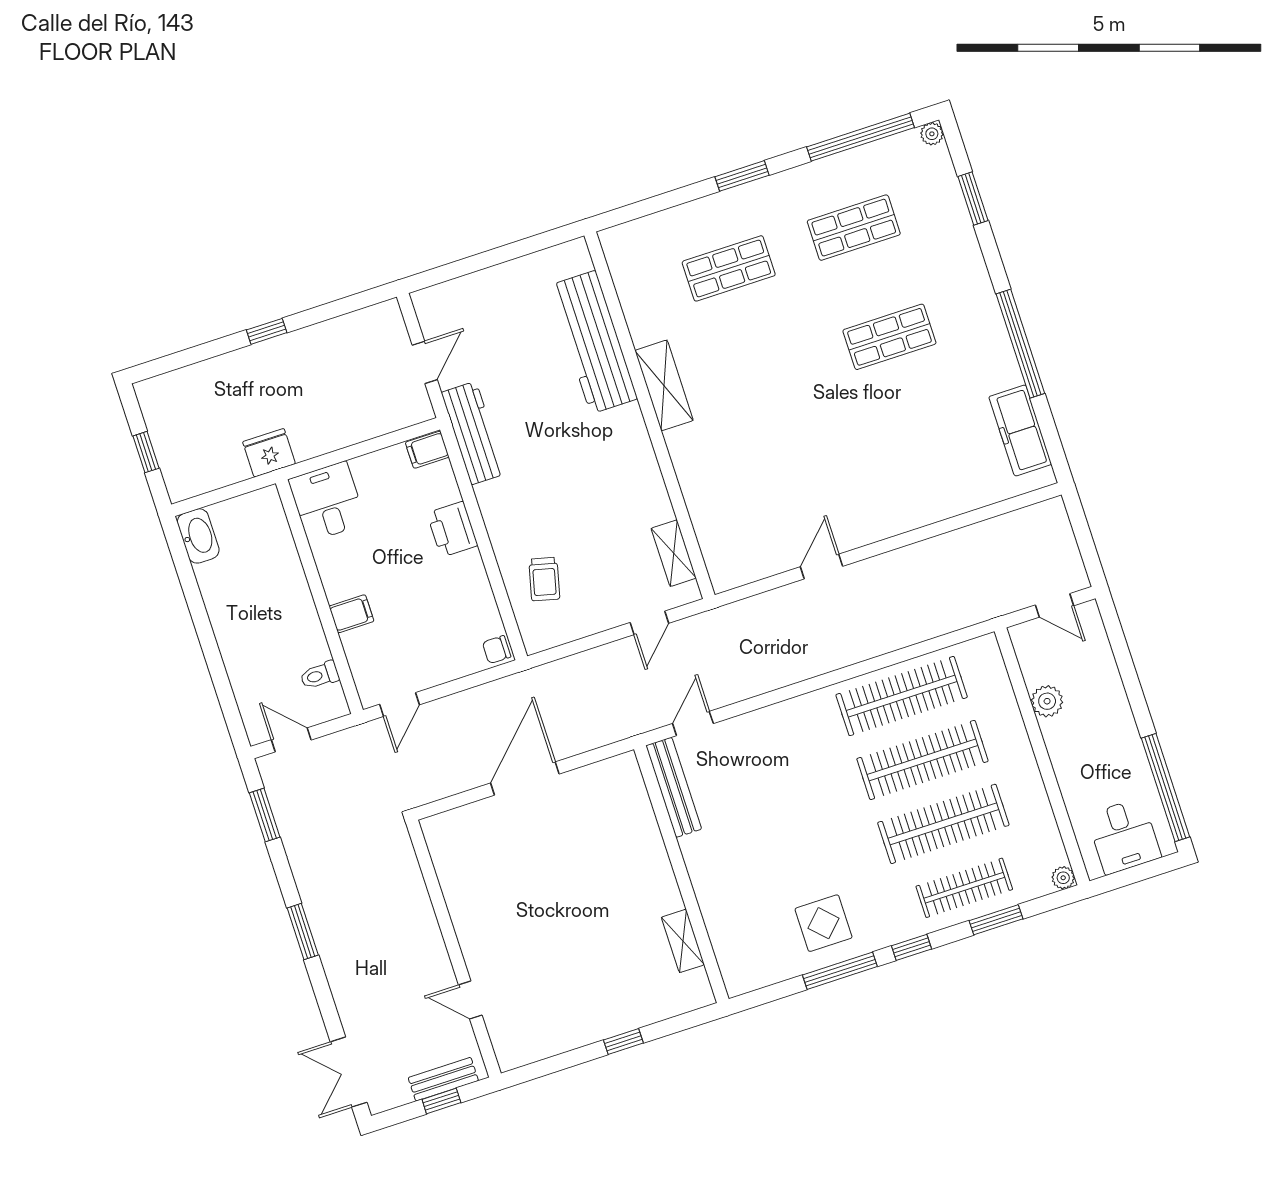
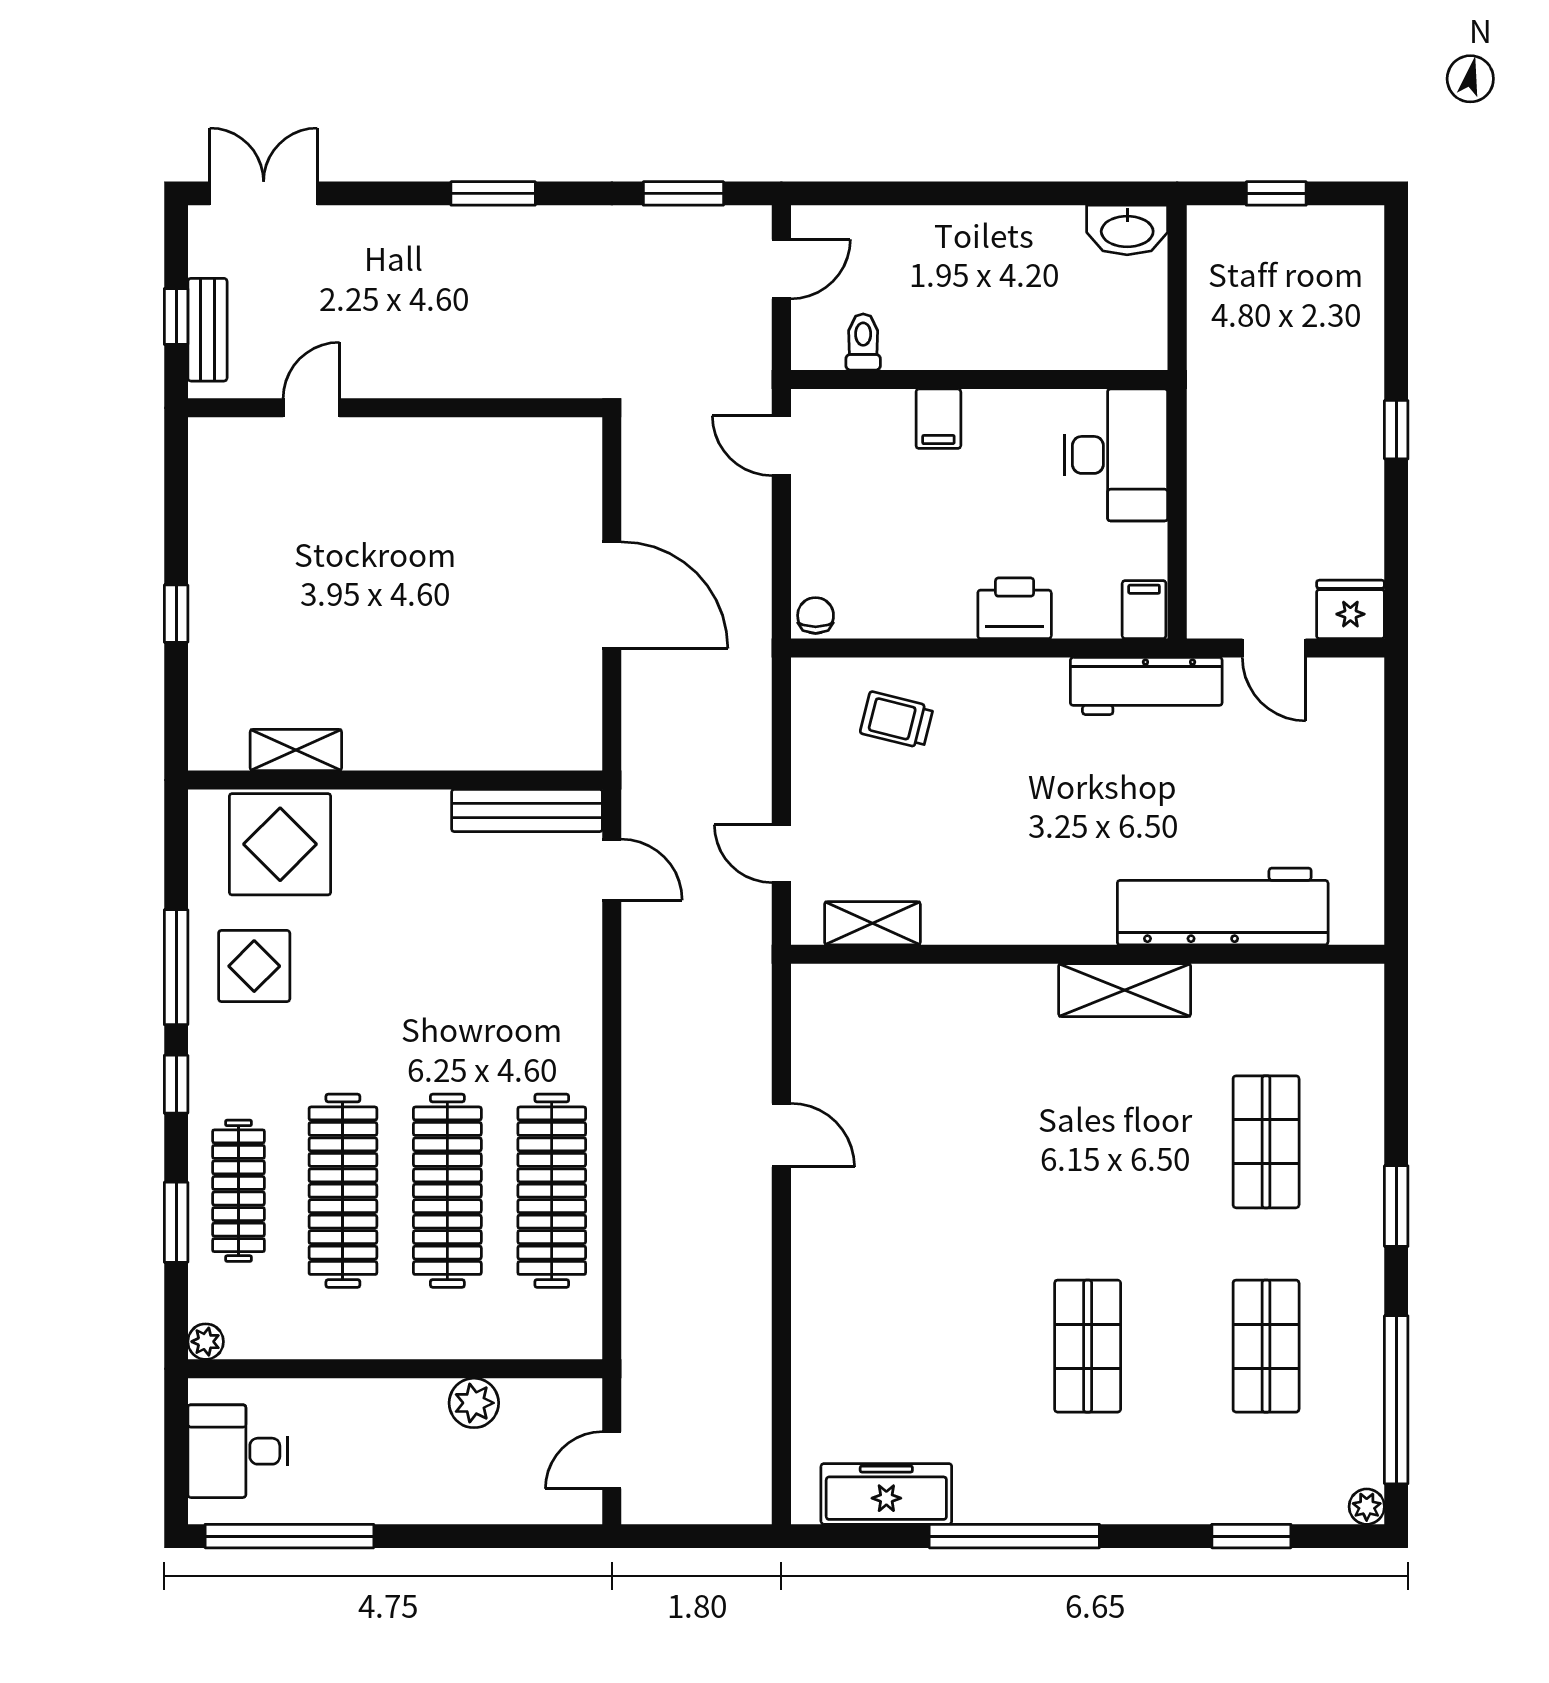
fridge: (269, 453) -> (1350, 609), moved, turned -90
desk: (327, 501) -> (1116, 455), width x1.37
display table: (744, 932) -> (280, 844), added

